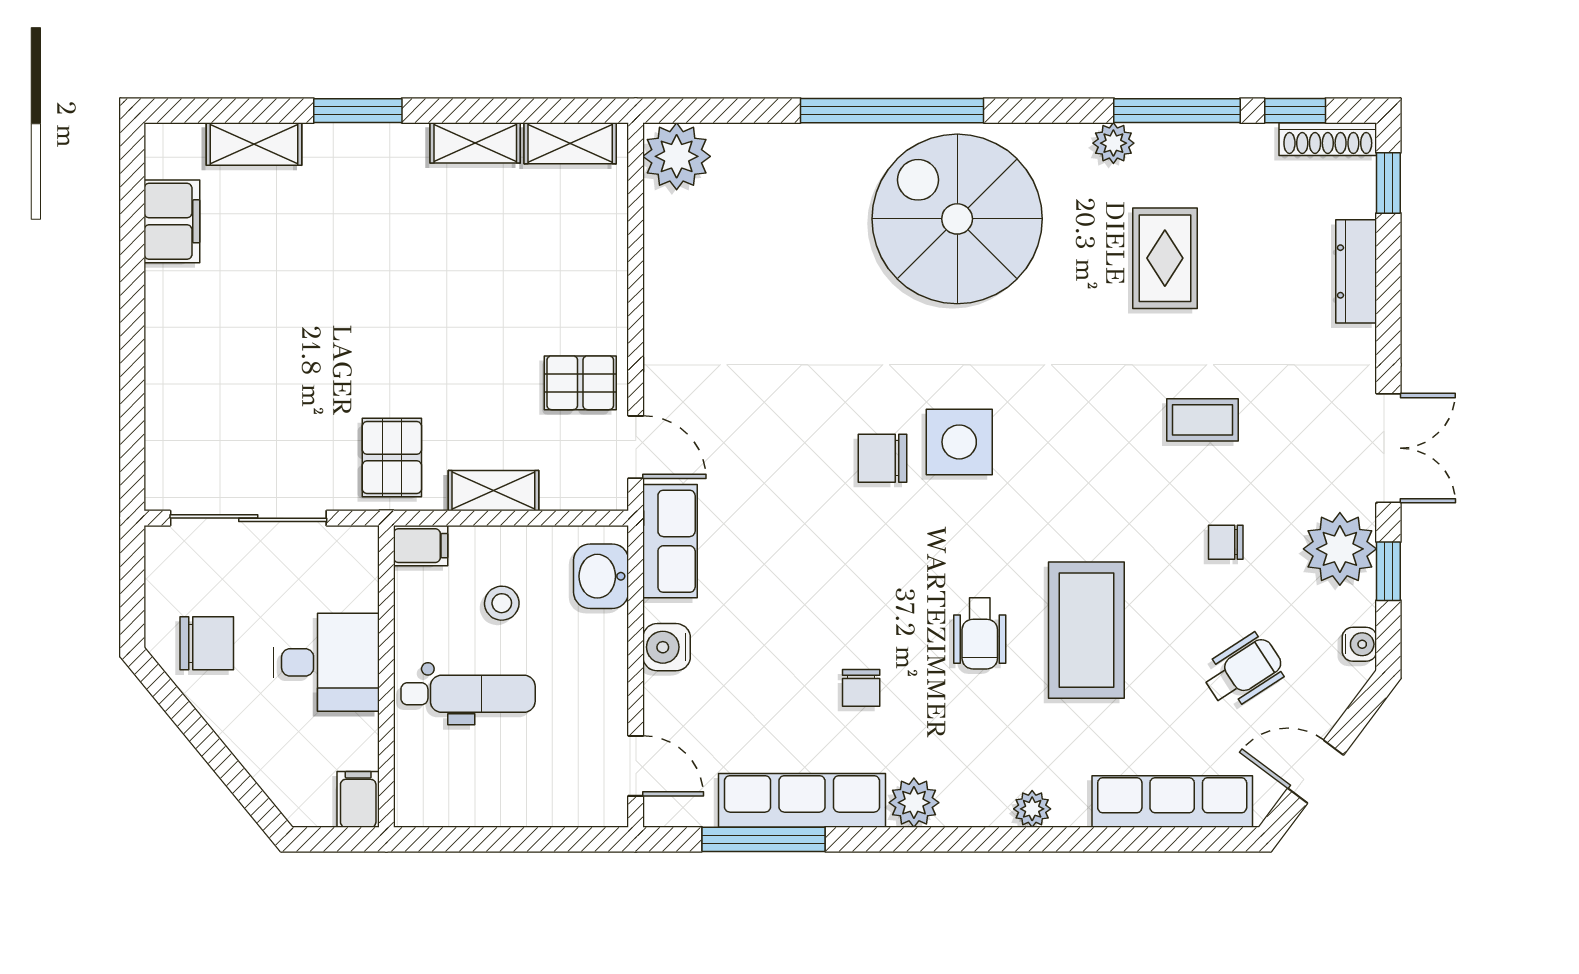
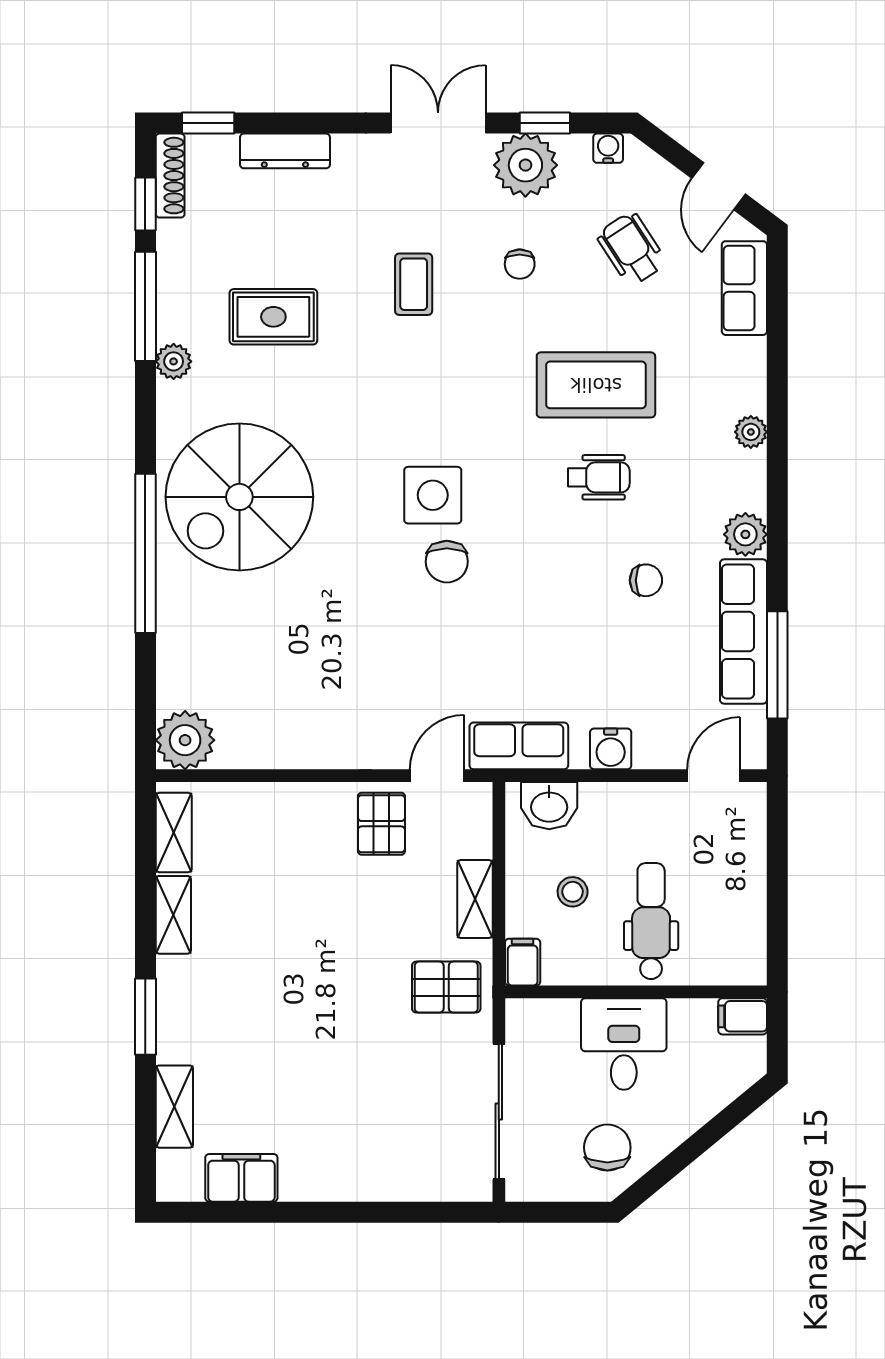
row of seats: (1172, 801) -> (744, 288), width x0.68

